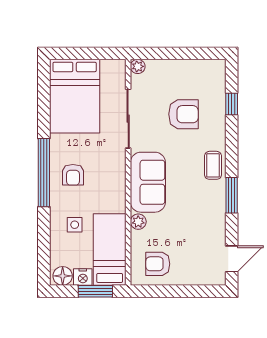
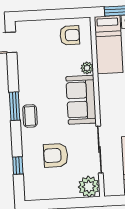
plant: (138, 66) -> (89, 187), width x1.88, depth x1.88
window: (232, 195) -> (15, 106), moved

